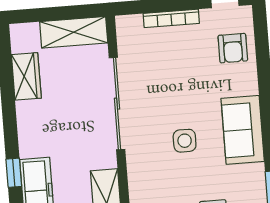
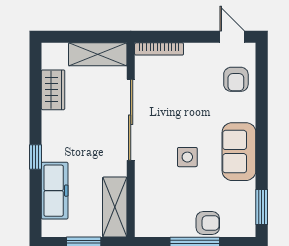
bookcase: (171, 18) -> (159, 49), moved
window: (14, 173) -> (35, 157), moved

